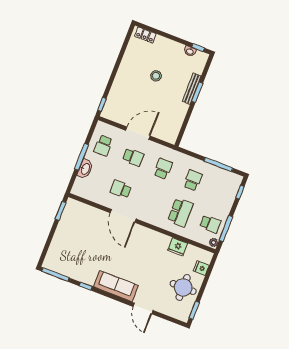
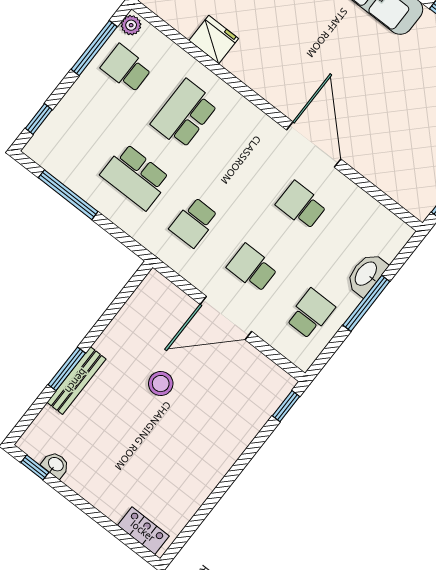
stool: (156, 76) -> (161, 384), moved
school desk: (193, 180) -> (135, 177), width x1.85
school desk: (121, 189) -> (301, 205), turned 180

